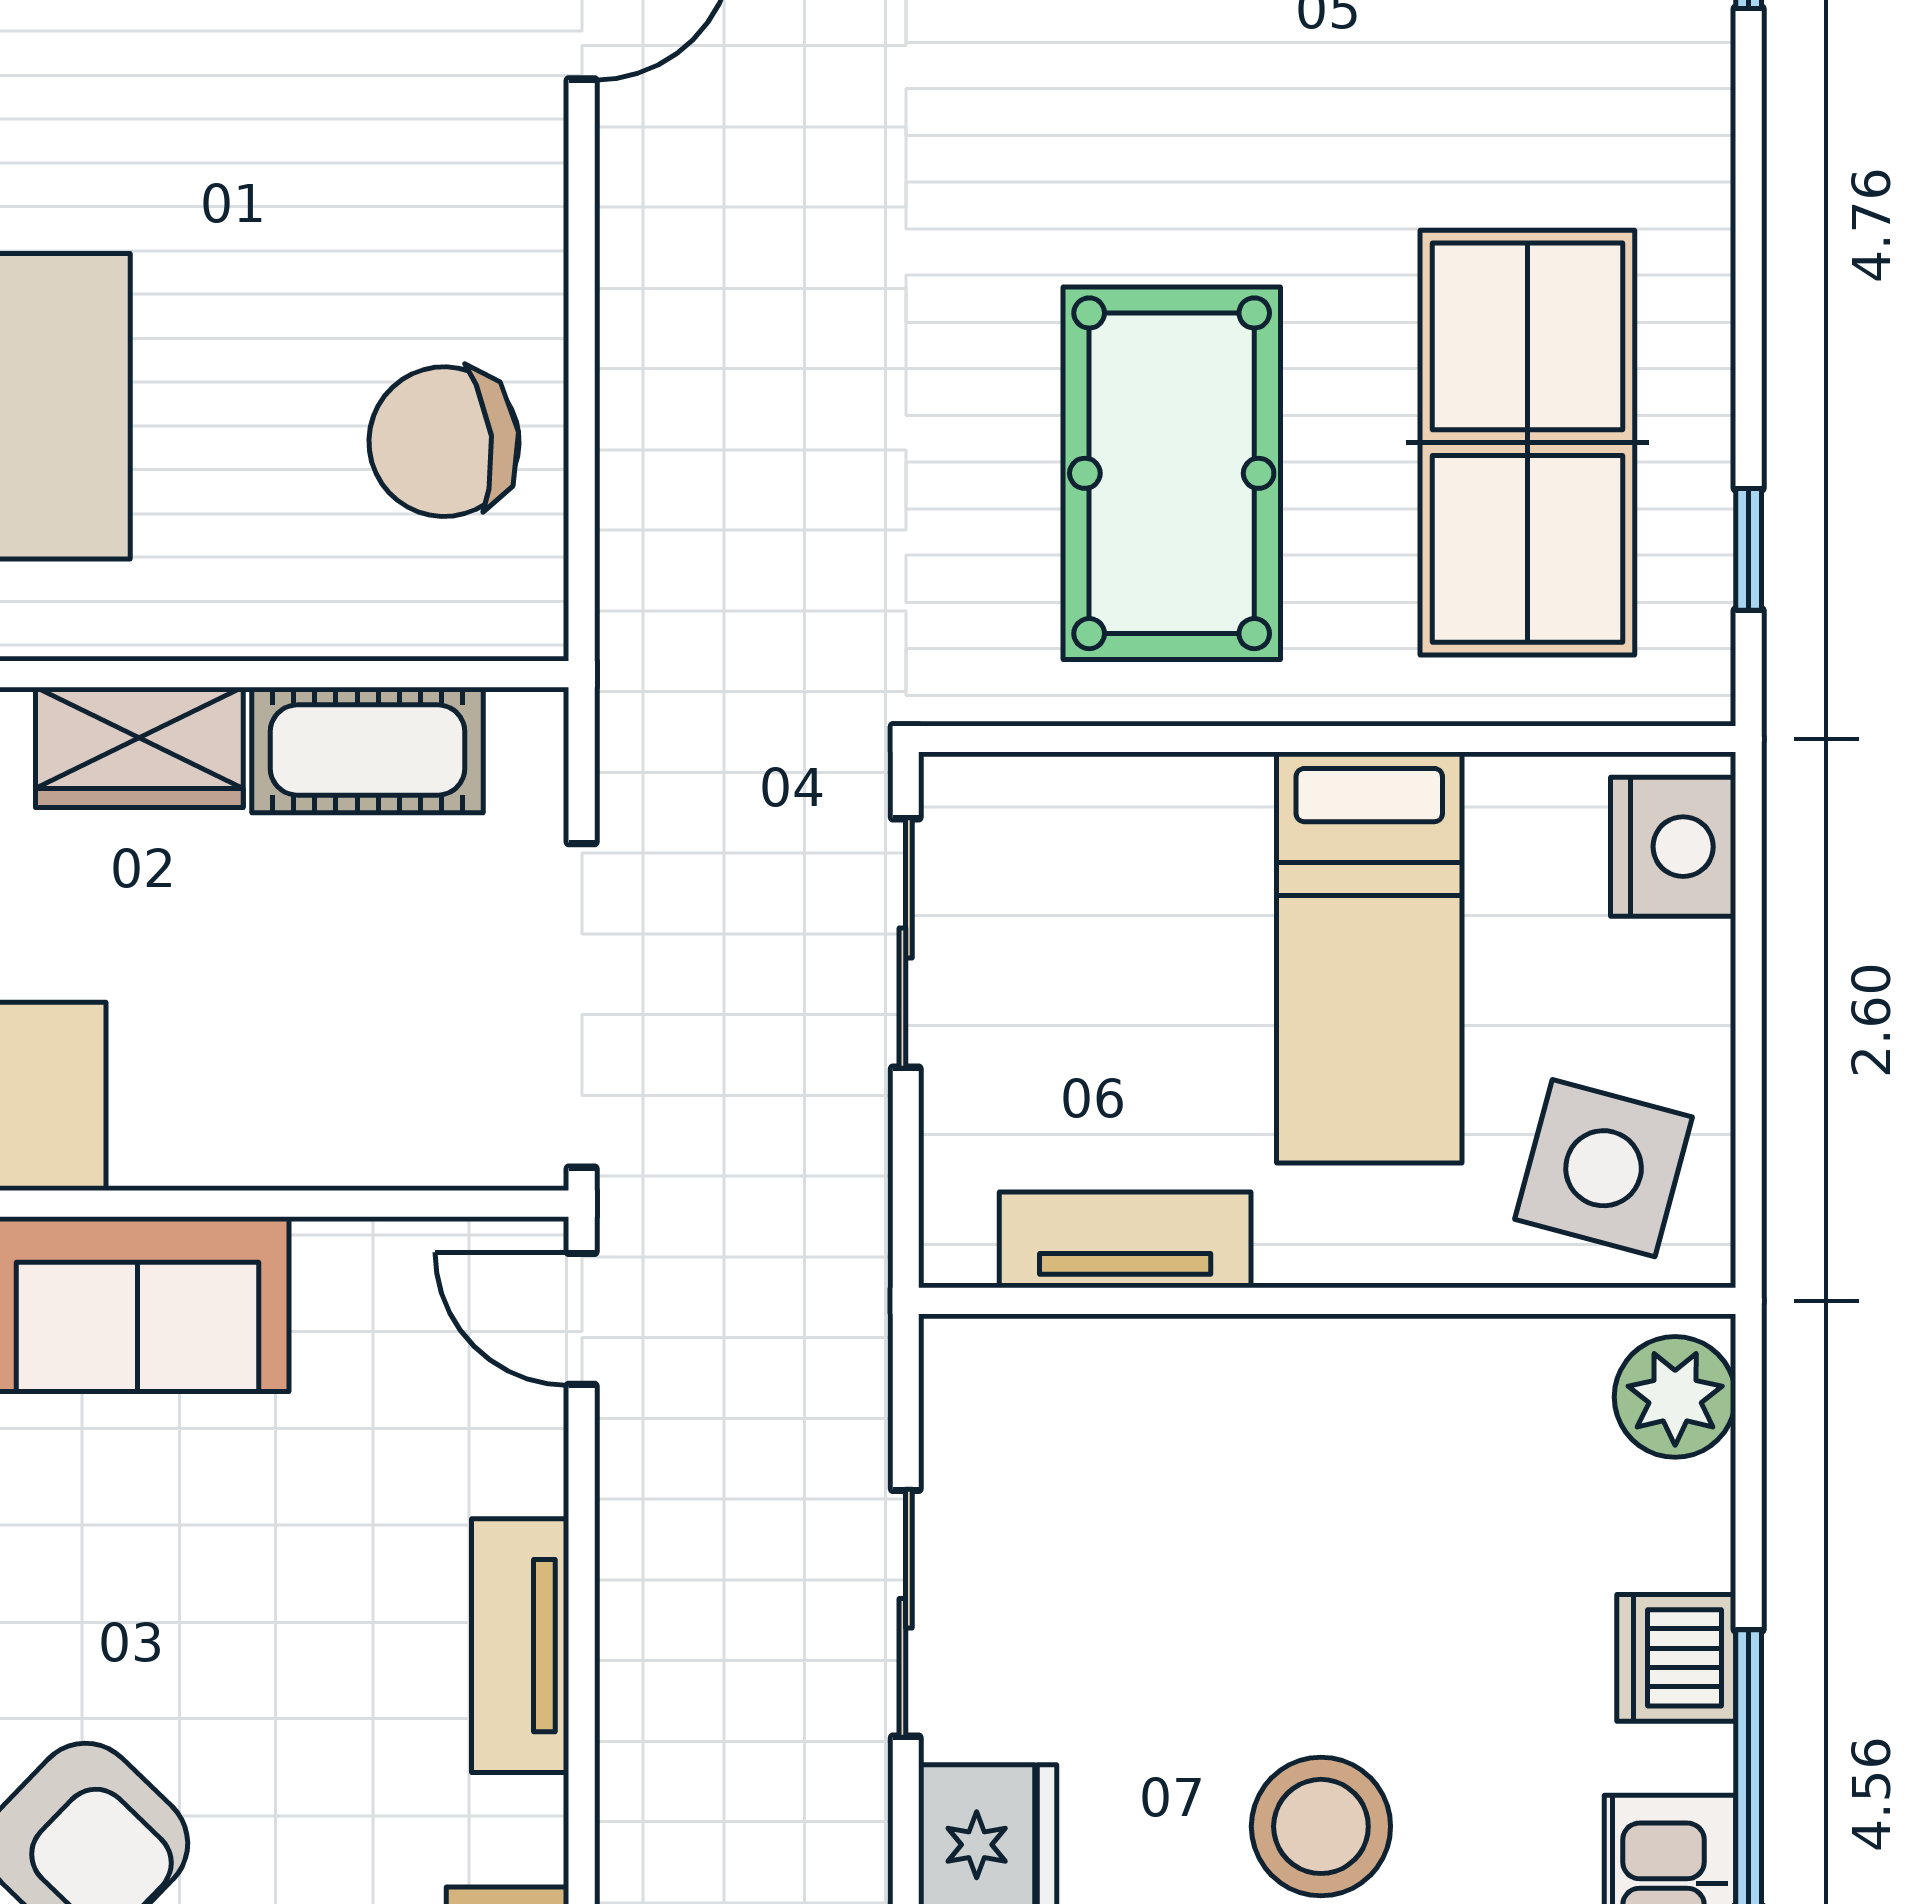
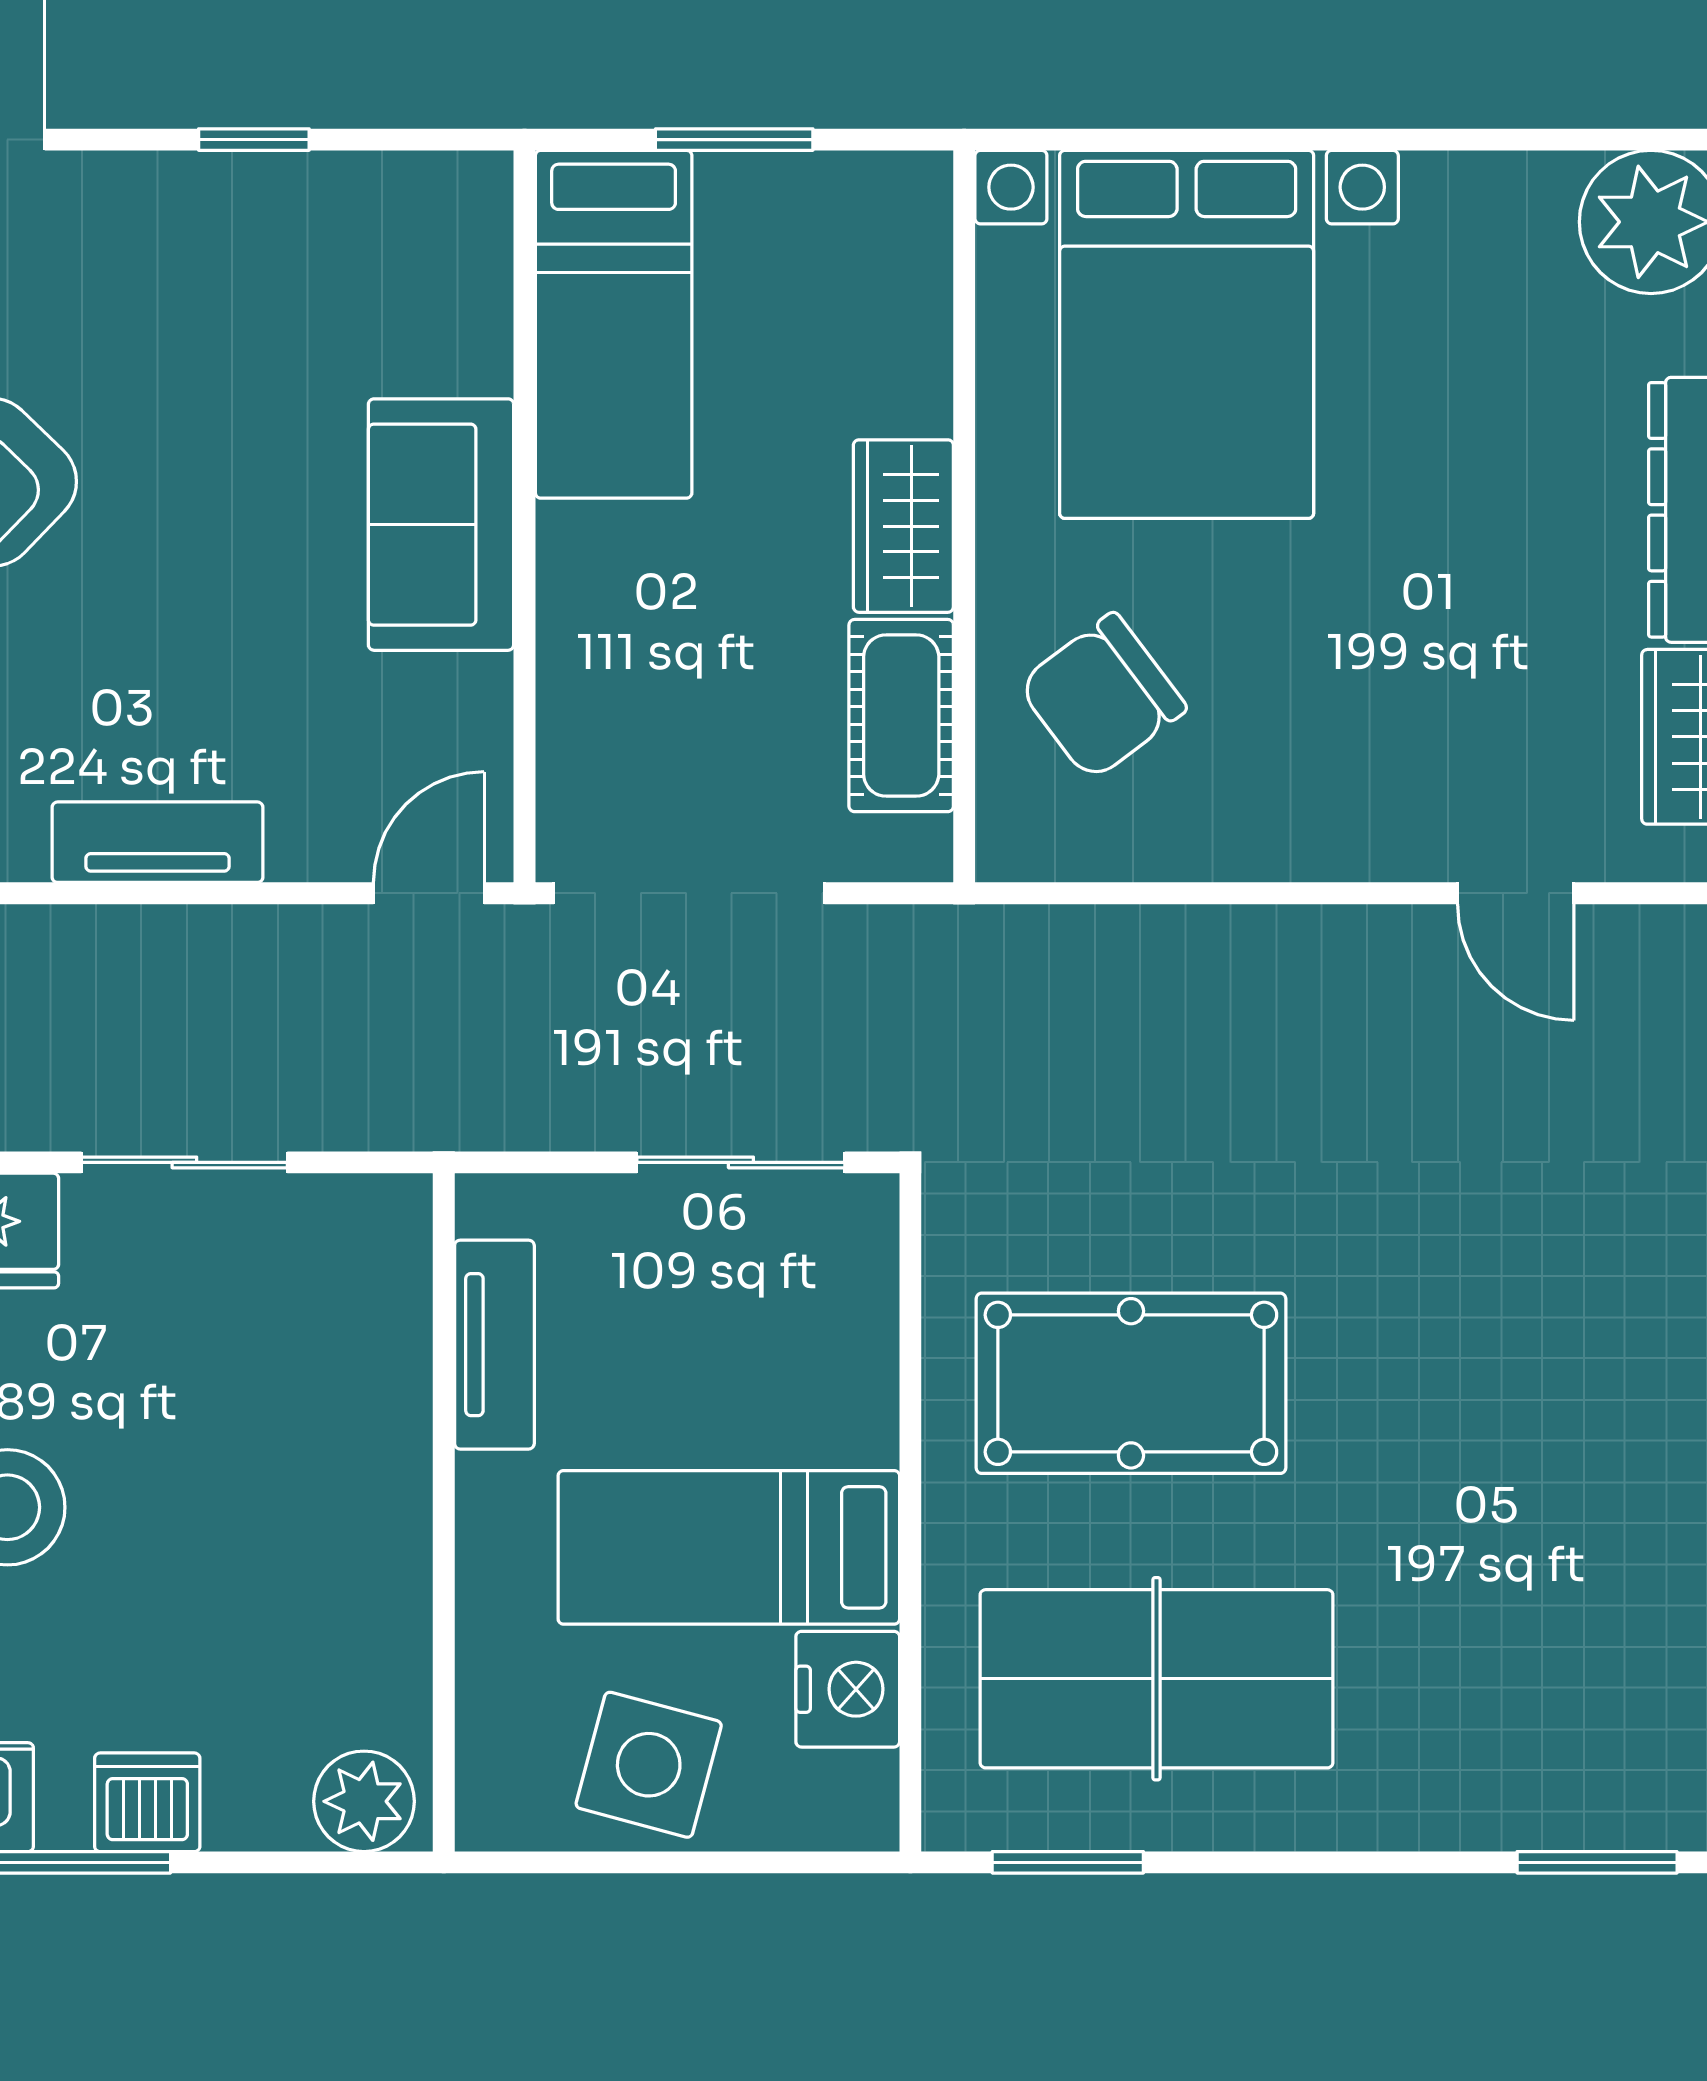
chair: (444, 442) -> (1102, 697), moved, turned -120
window: (1749, 549) -> (1068, 1862), width x1.50
nightstand: (1673, 847) -> (848, 1689), moved, turned -90
side table: (1604, 1168) -> (649, 1765), moved

